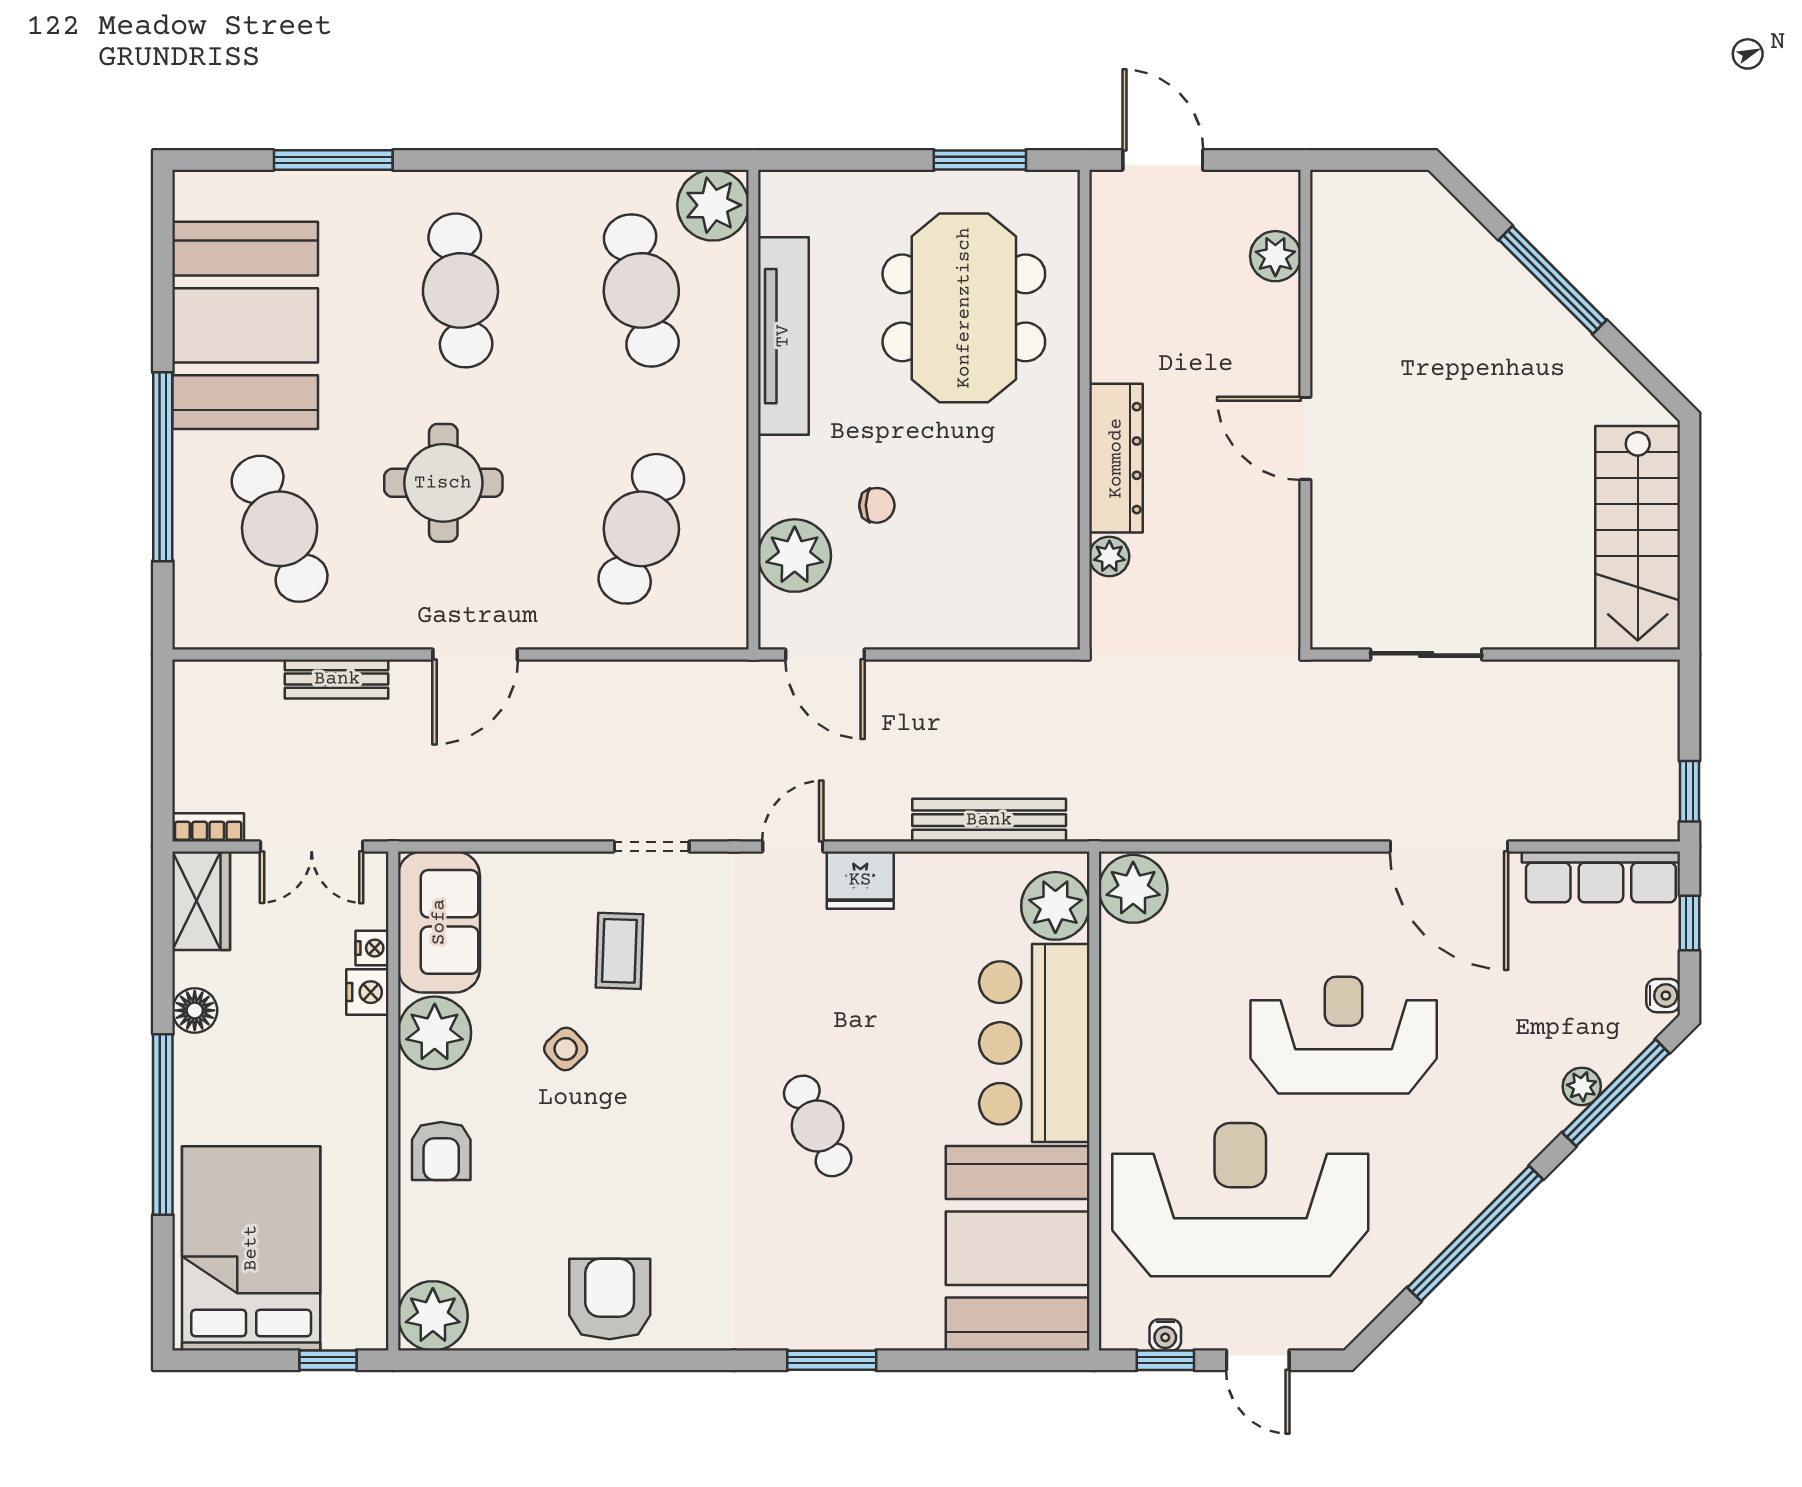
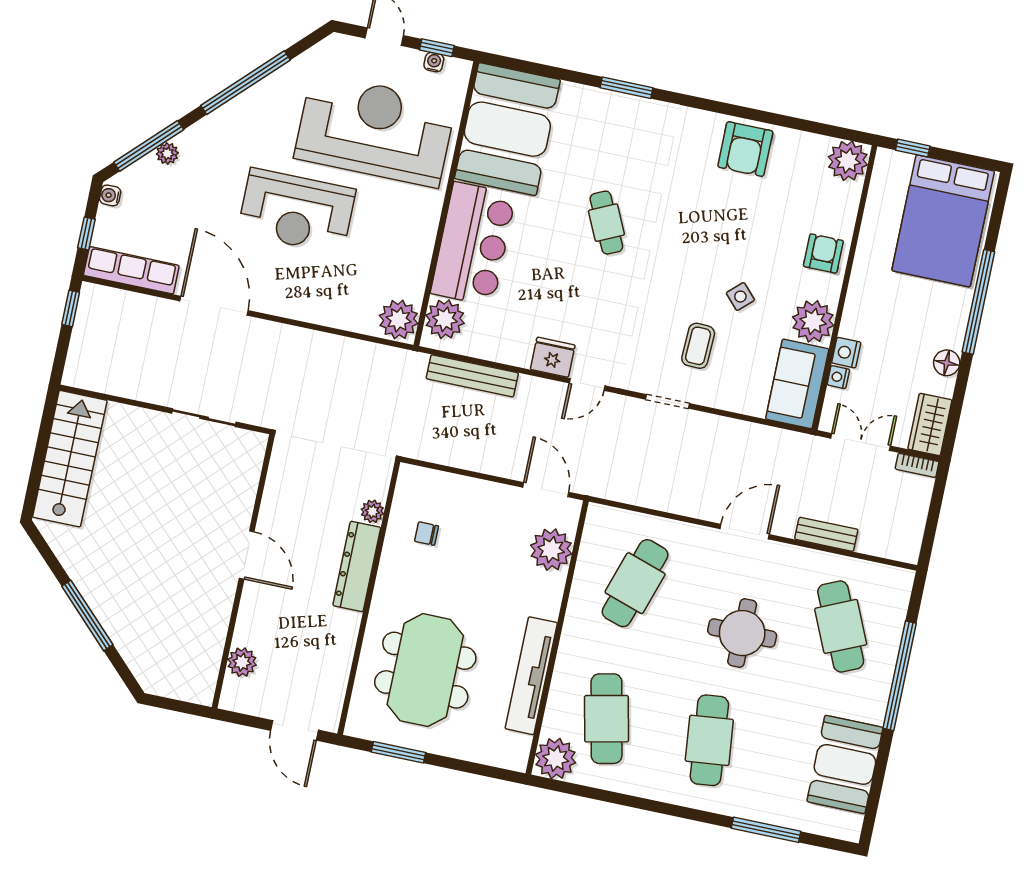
booth: (245, 325) -> (845, 764), width x0.73, depth x0.70
chair: (877, 505) -> (426, 534), moved
reception desk: (1240, 1200) -> (375, 130), turned 180

